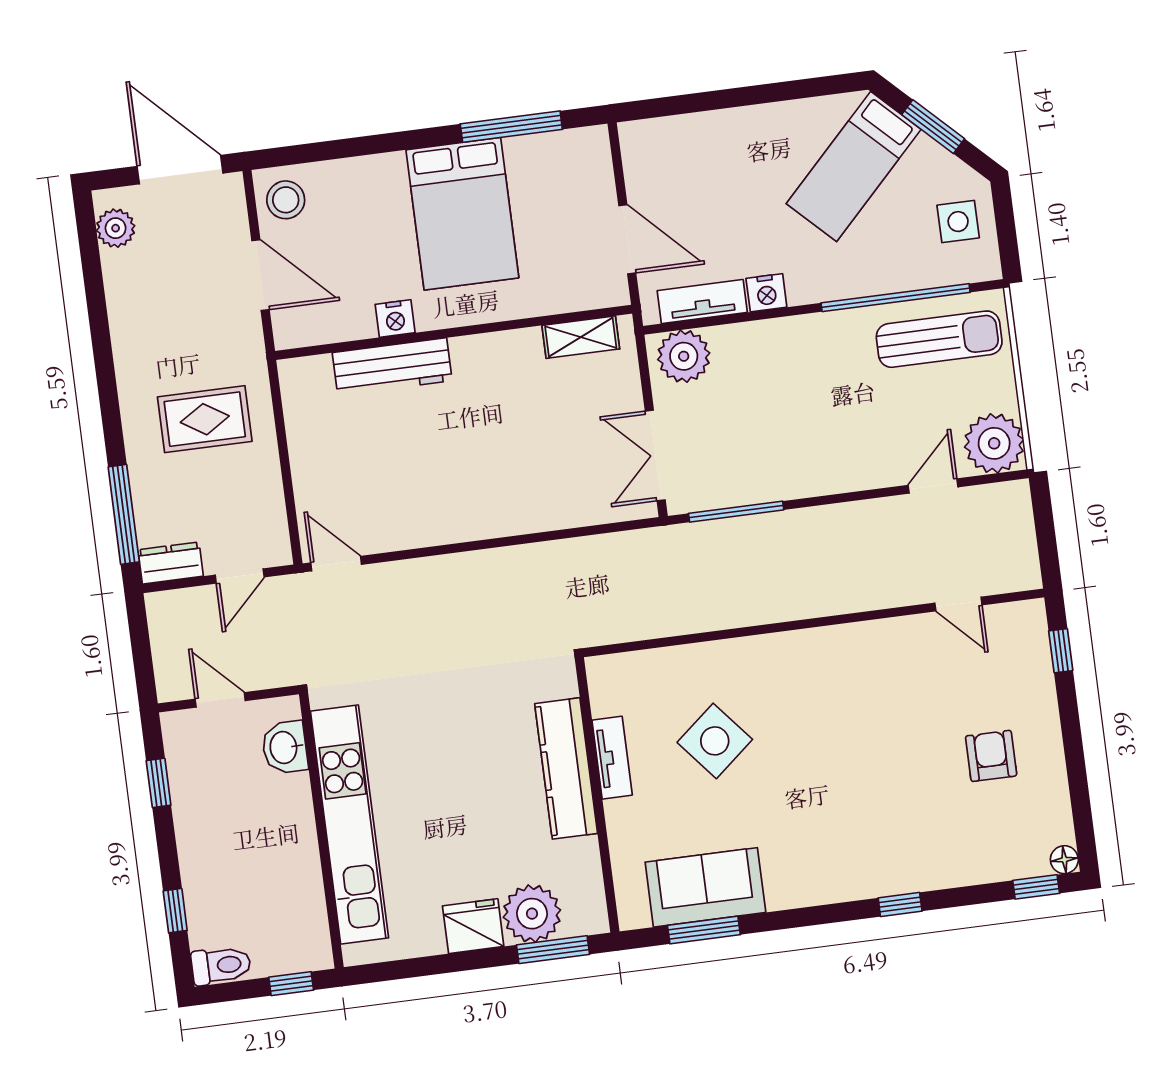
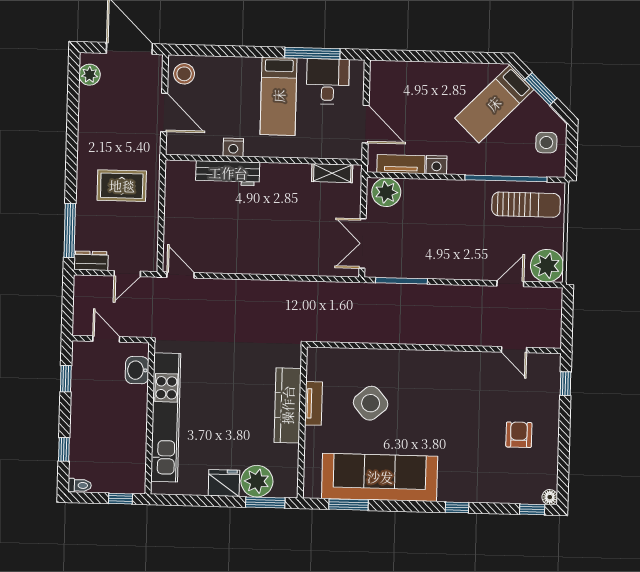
desk: (547, 173) -> (328, 81), added
bed: (462, 214) -> (279, 96), width x0.67
sofa: (705, 887) -> (380, 477), width x1.85, depth x1.27
toilet: (221, 965) -> (80, 485), width x0.73, depth x0.72

